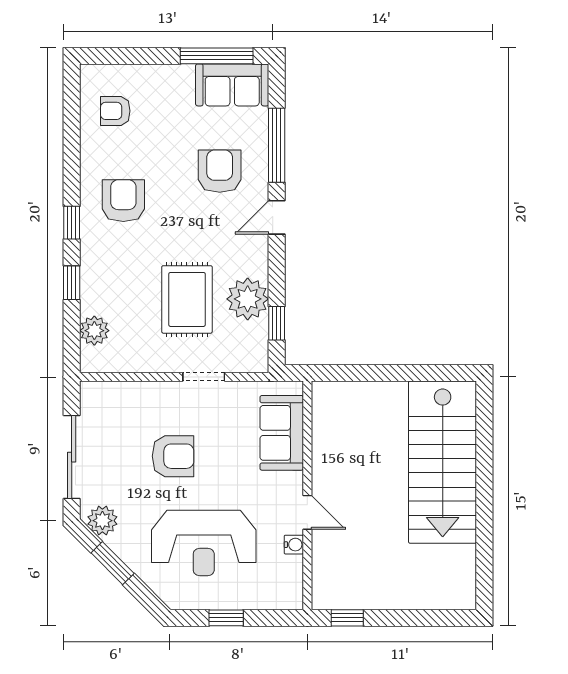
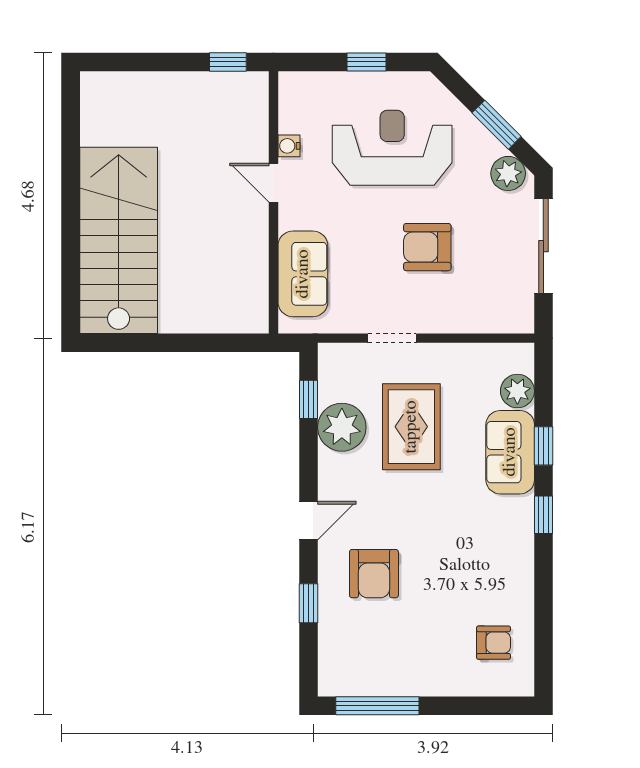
sofa: (232, 85) -> (510, 452), moved, turned -90
window: (277, 145) -> (309, 603), width x0.46
armchair: (123, 201) -> (484, 540), removed

